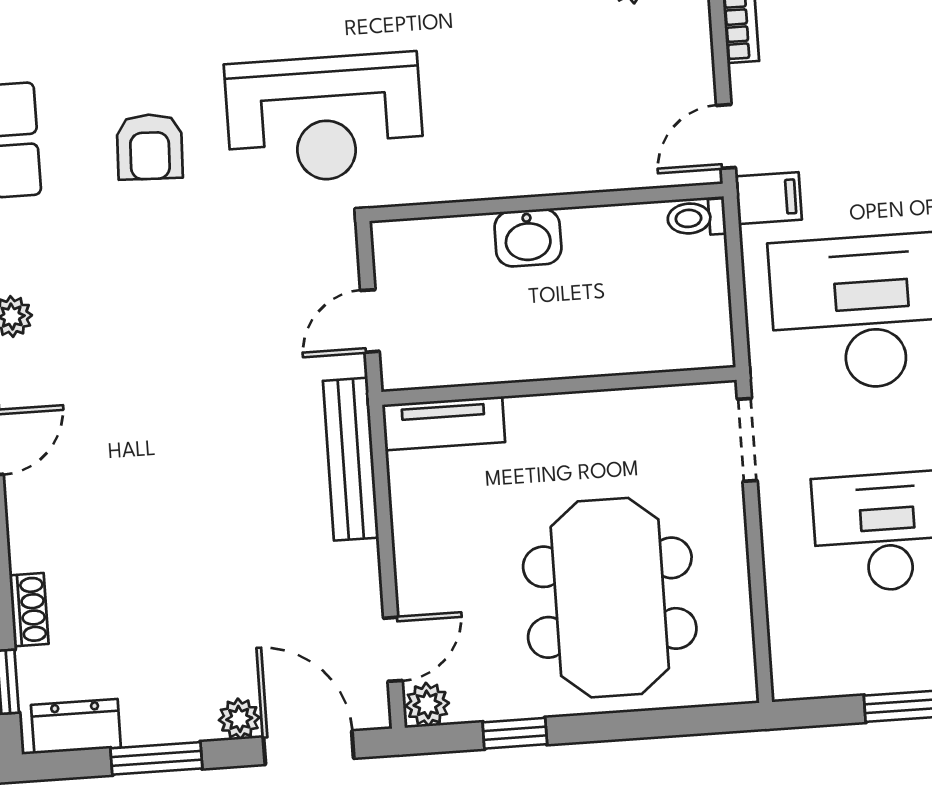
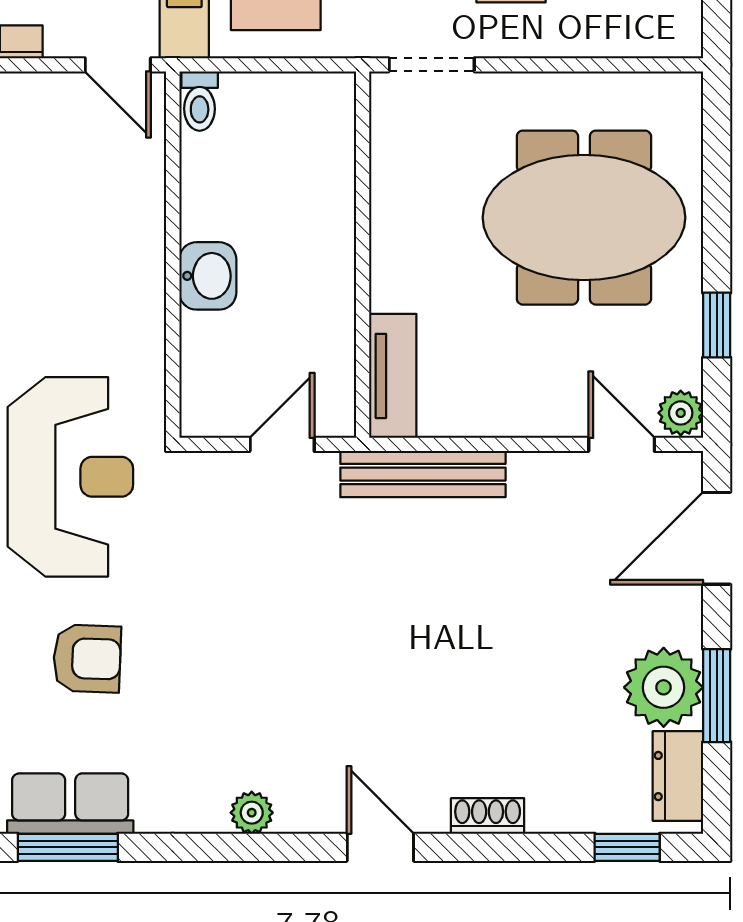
door: (370, 321) -> (282, 444), swing flipped
shoe rack: (29, 610) -> (488, 816), moved
plant: (239, 719) -> (664, 687), moved, width x1.88, depth x1.88

